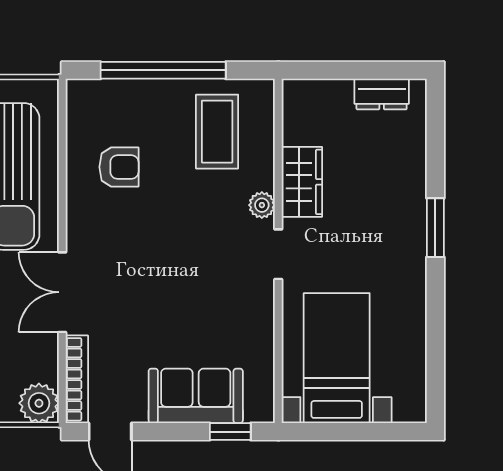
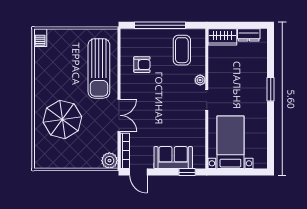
wardrobe: (302, 182) -> (222, 37), moved, turned 90
double door: (62, 292) -> (119, 115), swing flipped

